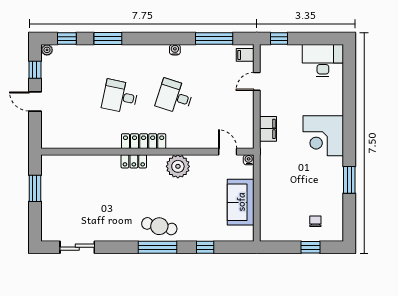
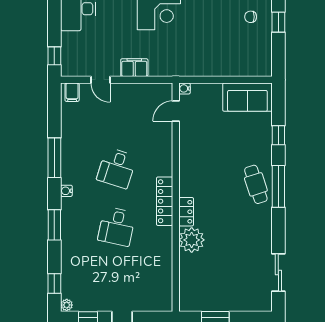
window: (108, 38) -> (54, 225), moved
window: (214, 38) -> (54, 158), moved
water cooler: (175, 50) -> (66, 191), moved
filing cabinet: (268, 129) -> (134, 68), moved
plant: (178, 166) -> (192, 240), moved
sofa: (241, 202) -> (247, 97), moved
cafe table: (159, 226) -> (256, 184), turned -31

